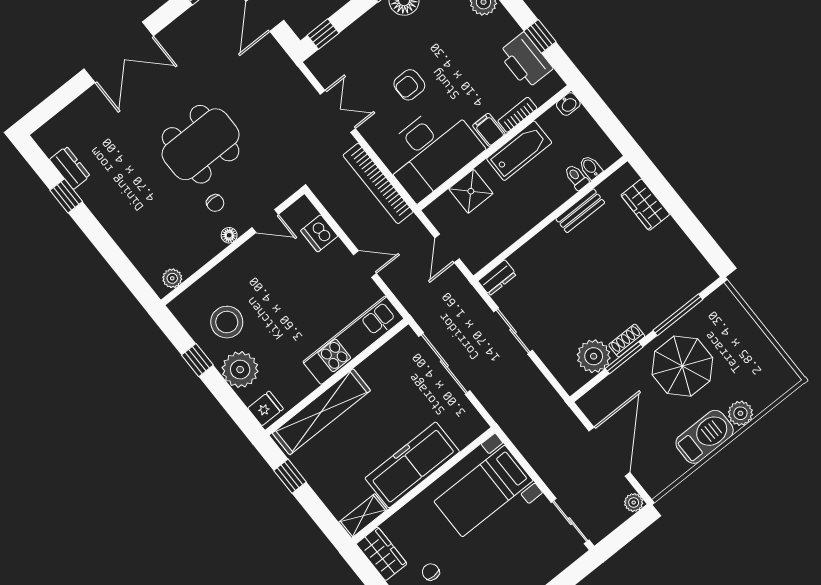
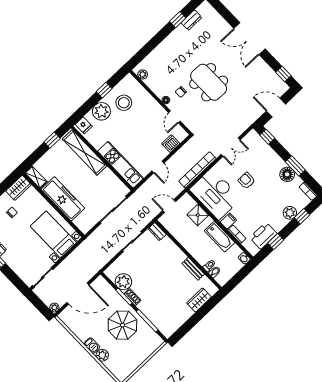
barbecue: (705, 437) -> (92, 345), width x0.53, depth x0.65

